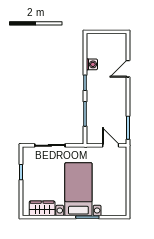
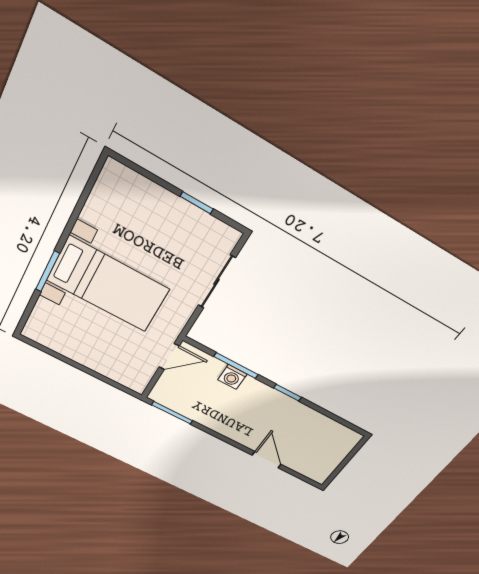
washing machine: (92, 64) -> (232, 377), moved
door: (111, 145) -> (169, 357), moved
wardrobe: (42, 208) -> (104, 201), removed

